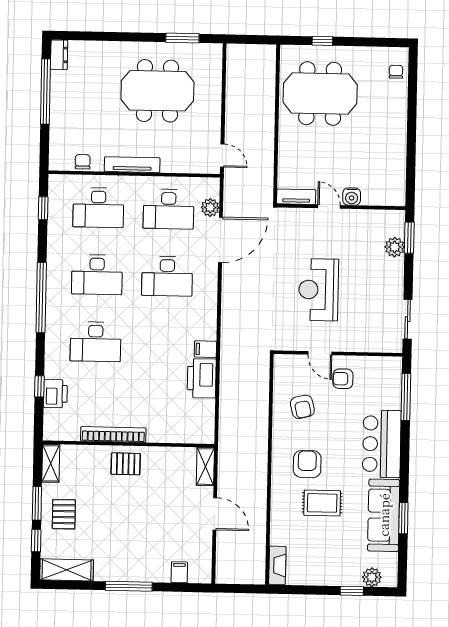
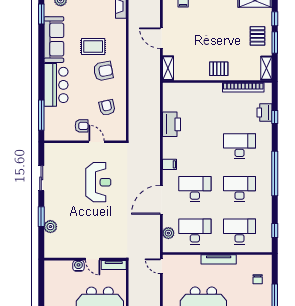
chair: (83, 162) -> (258, 279), moved
tv unit: (296, 197) -> (114, 265), moved
water cooler: (352, 197) -> (78, 266), moved
door: (329, 207) -> (93, 259), moved
wall: (341, 207) -> (85, 259), moved
door: (220, 240) -> (161, 200), moved
plant: (395, 247) -> (50, 227), moved
sliding door: (408, 319) -> (41, 178), moved
filing cabinet: (205, 349) -> (169, 164), moved
bookcase: (113, 435) -> (243, 87), moved
armchair: (307, 464) -> (103, 71), turned -101
window: (403, 518) -> (41, 14), moved

